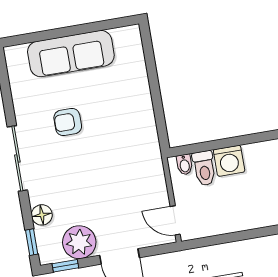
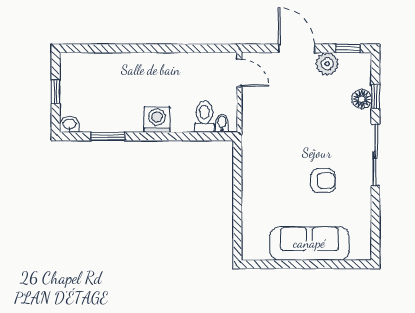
washing machine: (229, 161) -> (157, 119), moved
window: (32, 242) -> (375, 96), moved
plant: (79, 242) -> (327, 64), width x0.73, depth x0.73

